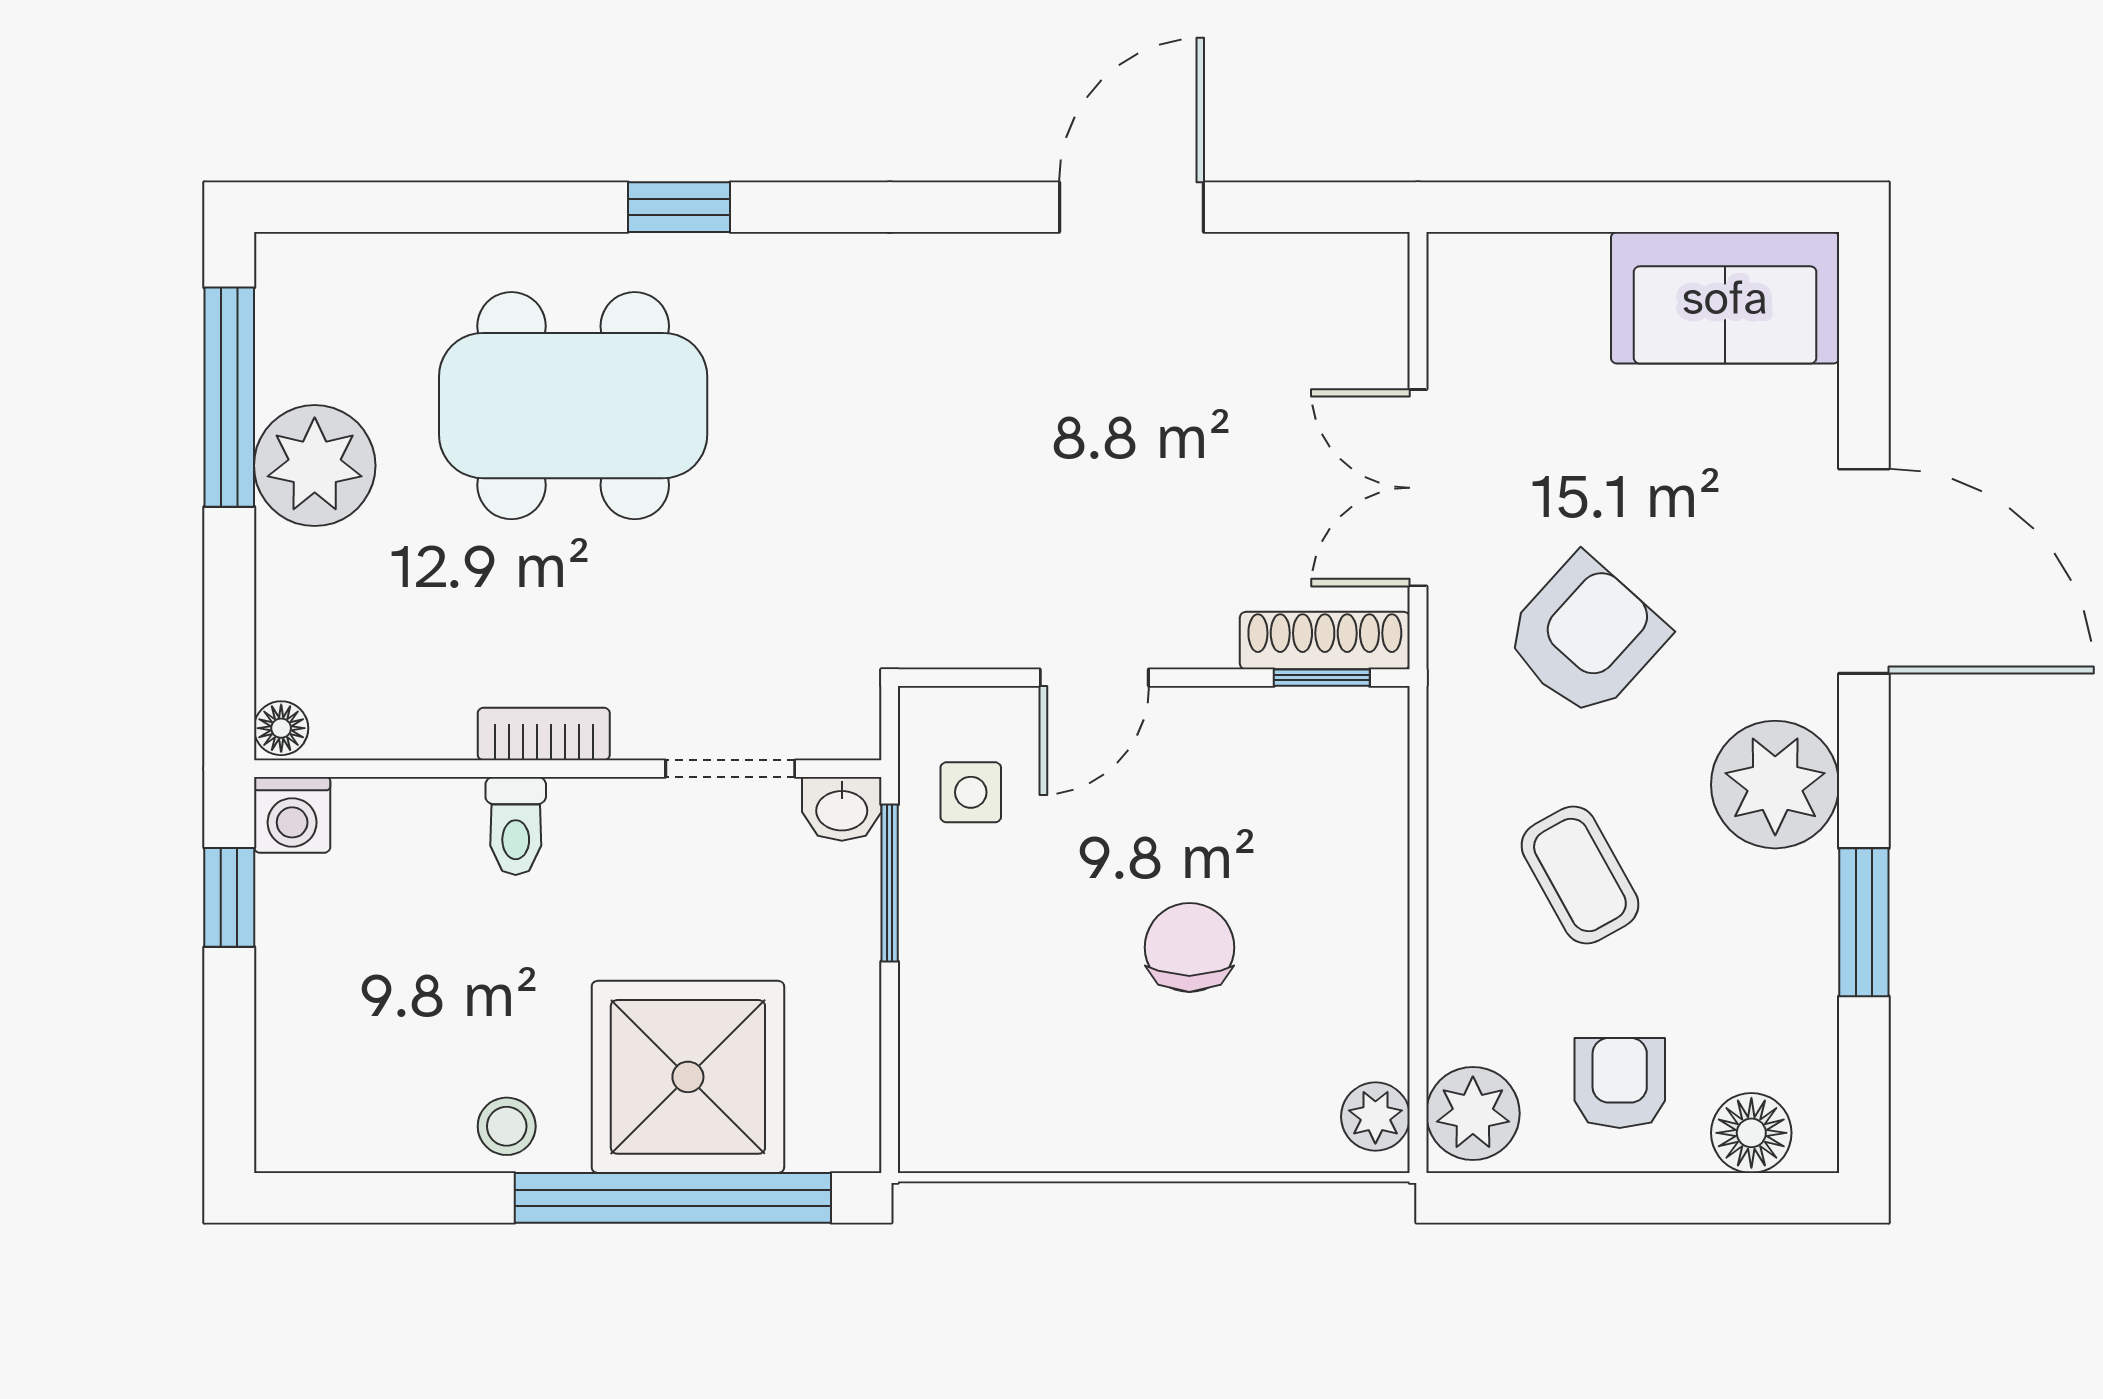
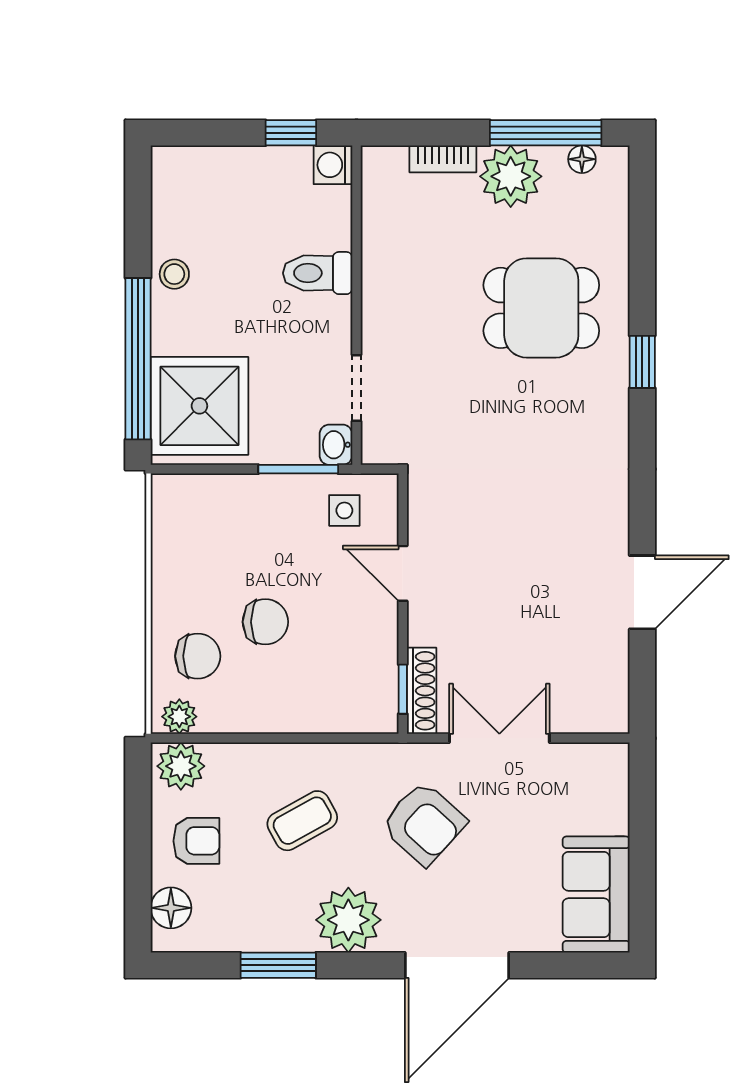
door: (1132, 207) -> (642, 592), hinge flipped
dining table: (573, 406) -> (541, 308), width x0.73
floor lamp: (281, 728) -> (582, 159), moved
bookcase: (544, 734) -> (443, 159), moved, turned 90
toilet: (516, 826) -> (318, 273), width x1.37, depth x1.39
shower: (688, 1077) -> (199, 406), moved
chair: (1257, 1080) -> (198, 656), added

